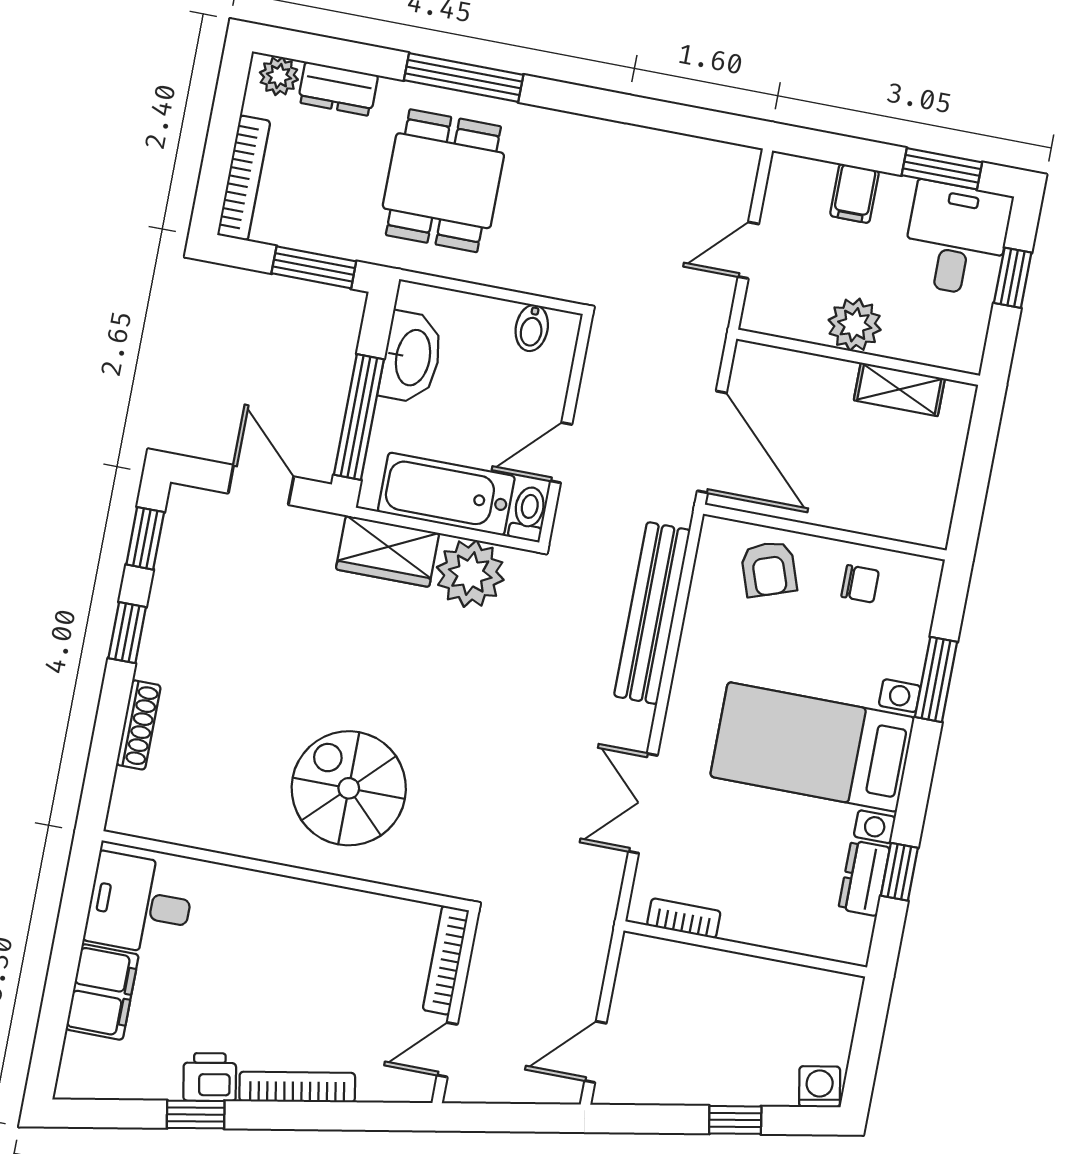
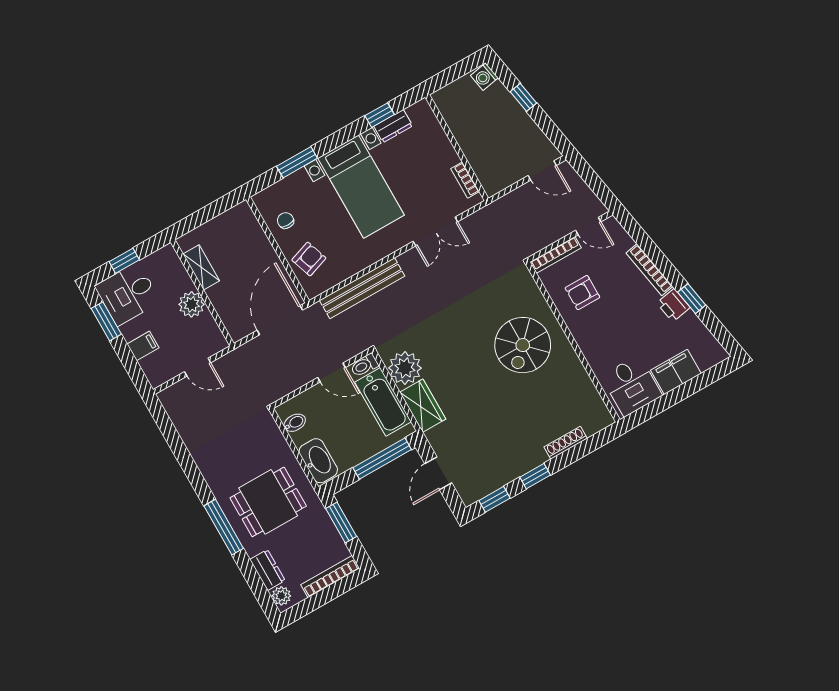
washbasin: (411, 357) -> (318, 461), moved, turned 90
armchair: (351, 952) -> (582, 293), added

